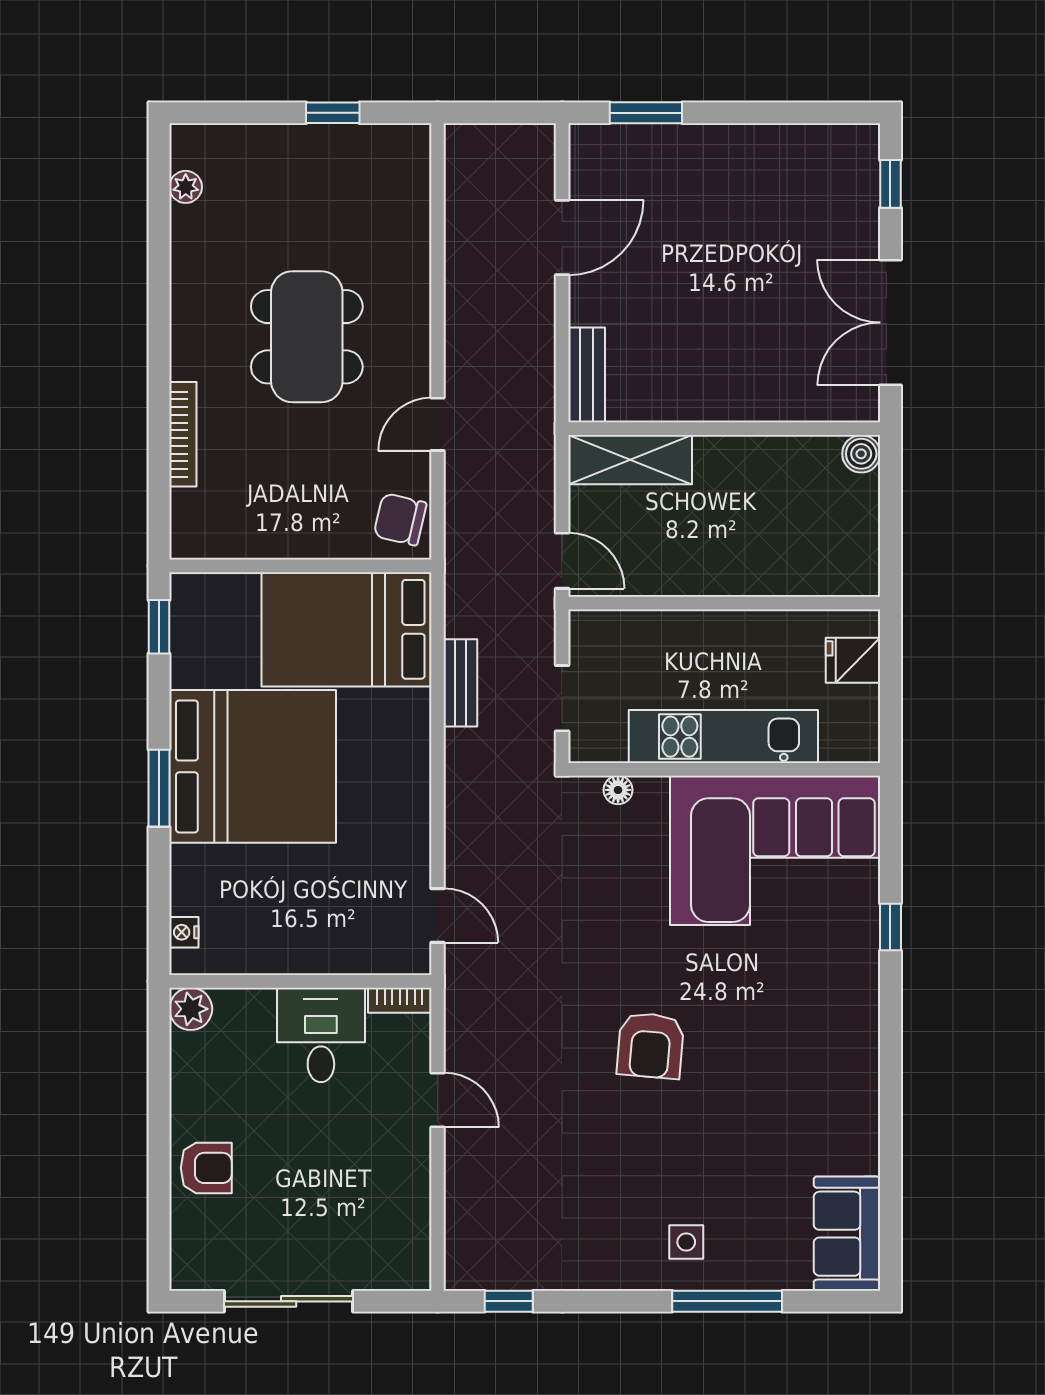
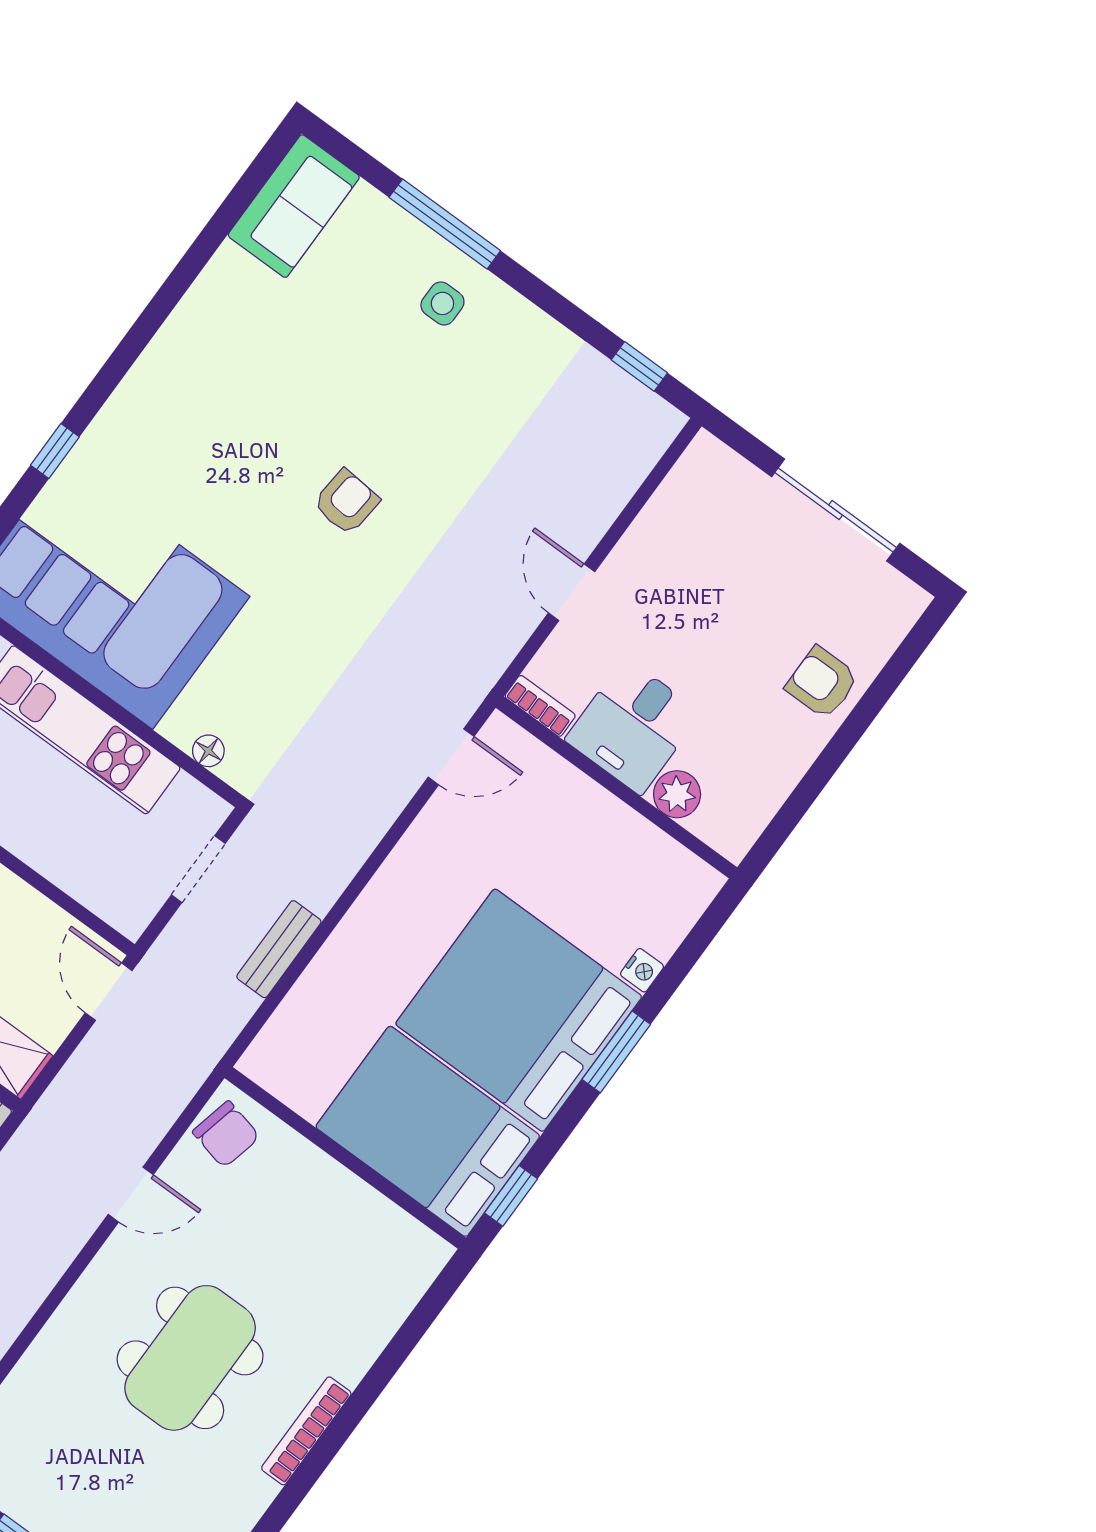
bookcase: (183, 434) -> (306, 1431), moved
bed: (346, 629) -> (428, 1131), moved, turned 180
door: (438, 915) -> (451, 757), swing flipped
nightstand: (184, 932) -> (642, 970), moved
plant: (191, 1009) -> (677, 794), moved
armchair: (650, 1045) -> (346, 502), width x0.72, depth x0.72

